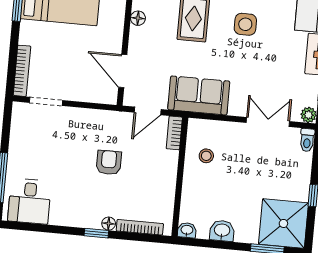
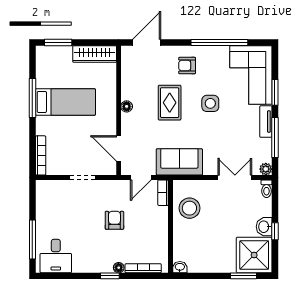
doorway: (46, 101) -> (83, 178), moved
stool: (206, 156) -> (189, 208), width x1.89, depth x1.89
washbasin: (222, 231) -> (264, 227), moved, turned -90

